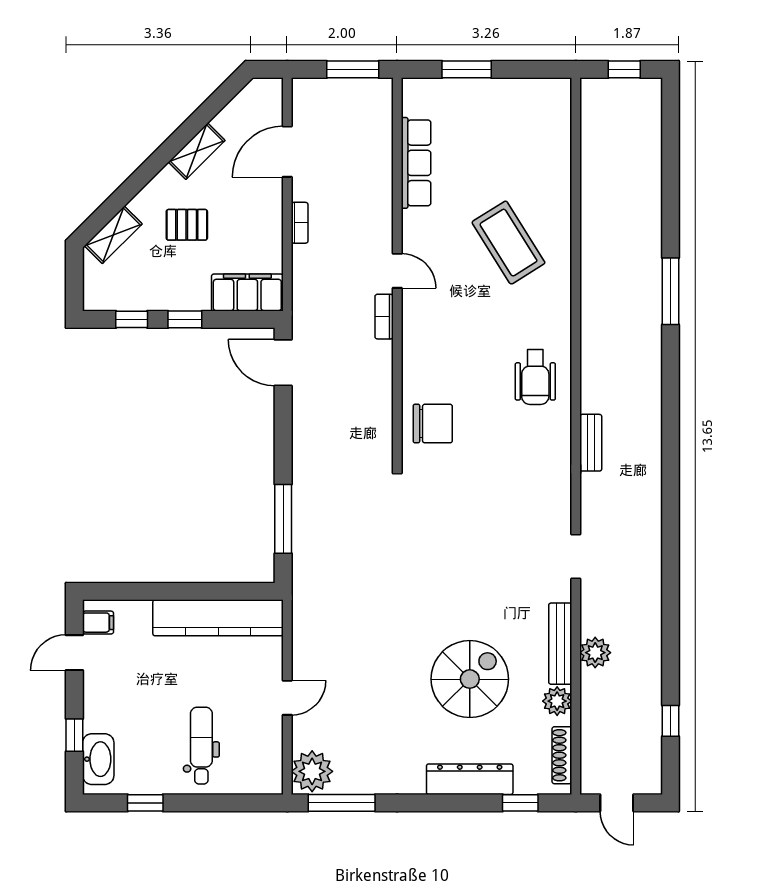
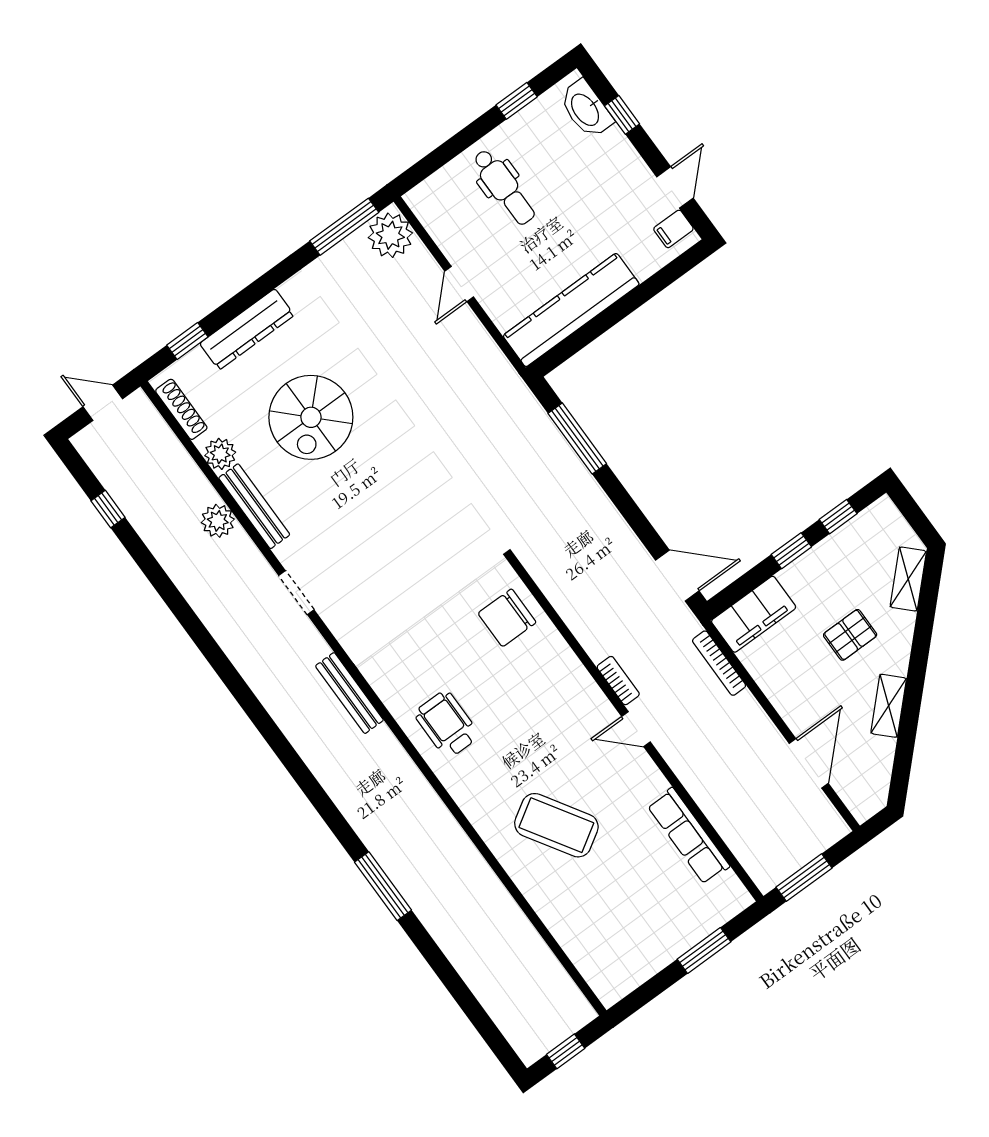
bookcase: (300, 223) -> (719, 663), moved, width x1.56
bench: (591, 443) -> (349, 693), width x1.36

